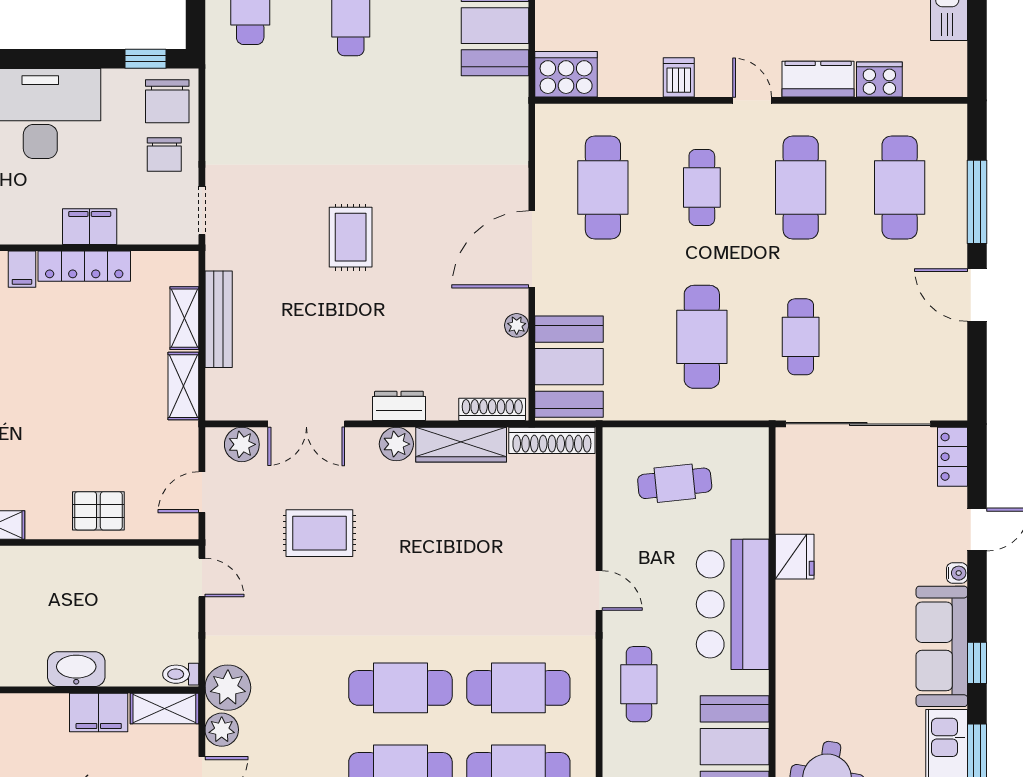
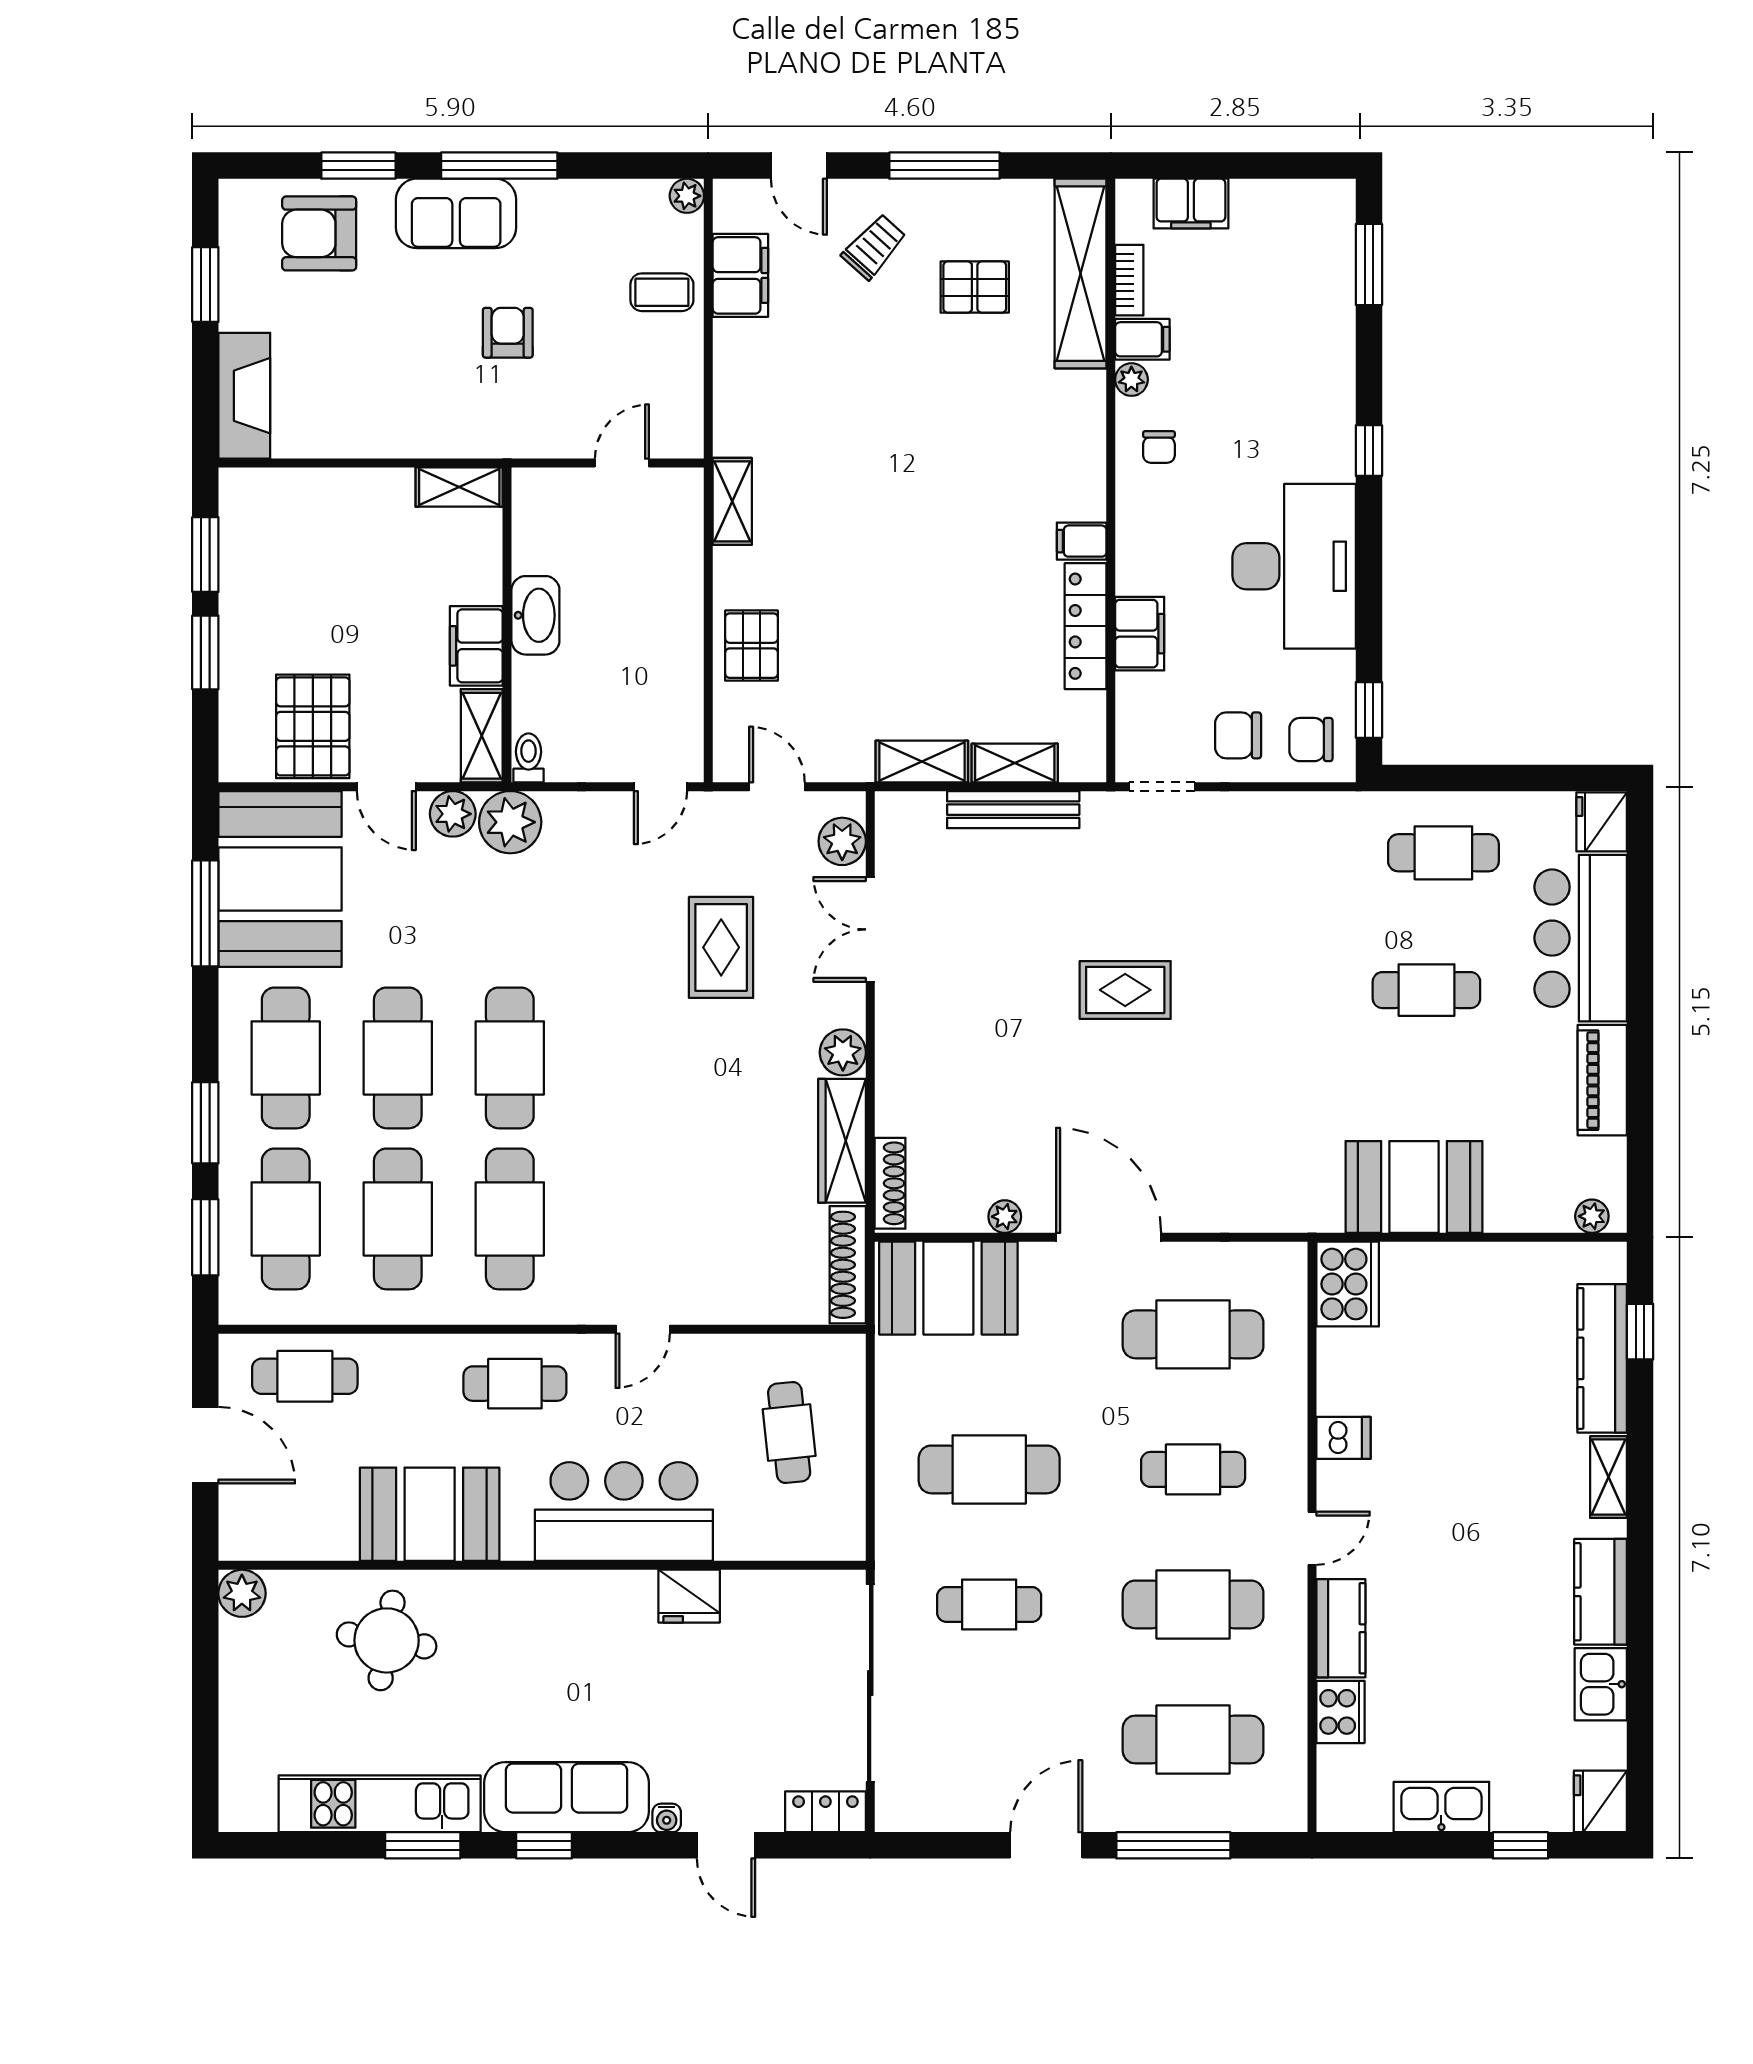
chair: (167, 101) -> (1311, 740), width x0.73, depth x0.73
dresser: (399, 406) -> (895, 1056), removed

